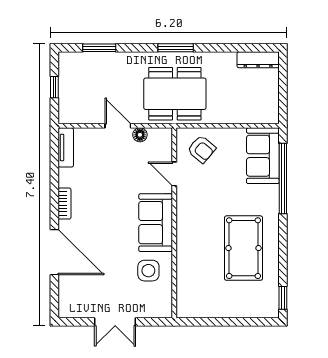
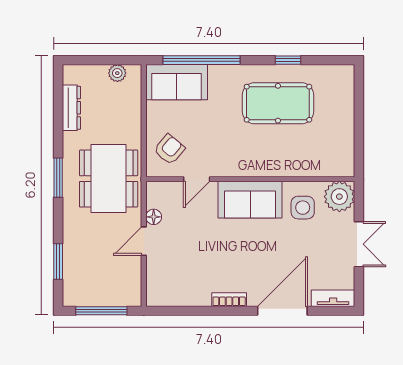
dresser: (258, 60) -> (71, 108), moved
window: (54, 87) -> (101, 311), width x2.17
plant: (271, 102) -> (117, 73), added
tv unit: (66, 147) -> (333, 298), moved
window: (283, 298) -> (288, 60), moved
plant: (158, 304) -> (339, 197), added

